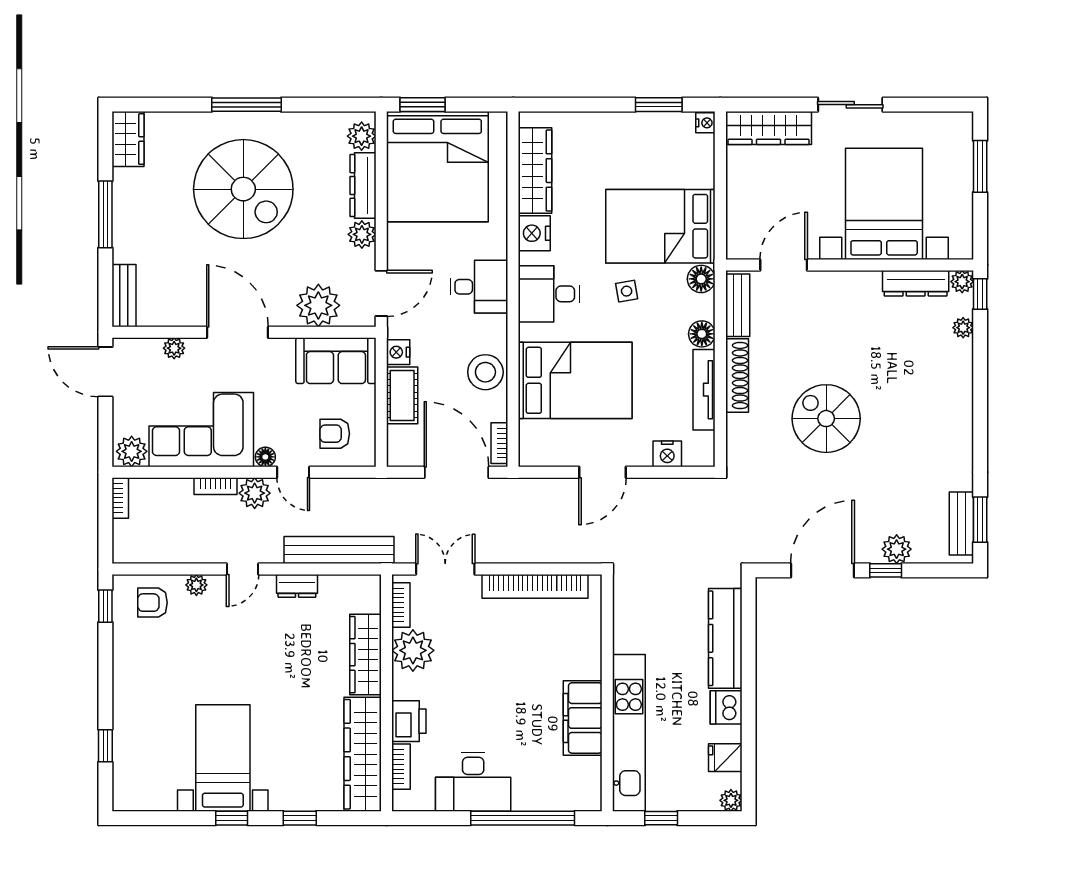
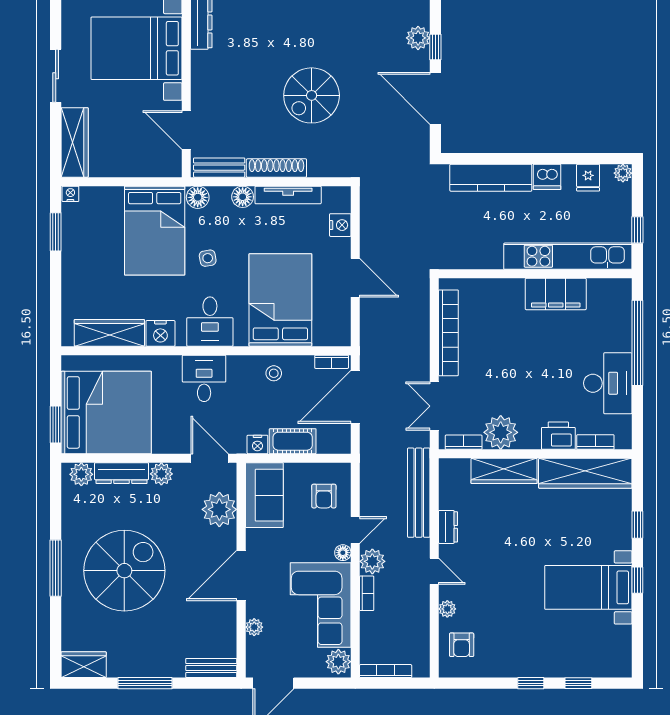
stool: (485, 372) -> (274, 373), width x0.53, depth x0.53
bookcase: (120, 498) -> (386, 671), width x1.56
window: (105, 606) -> (531, 683), moved

